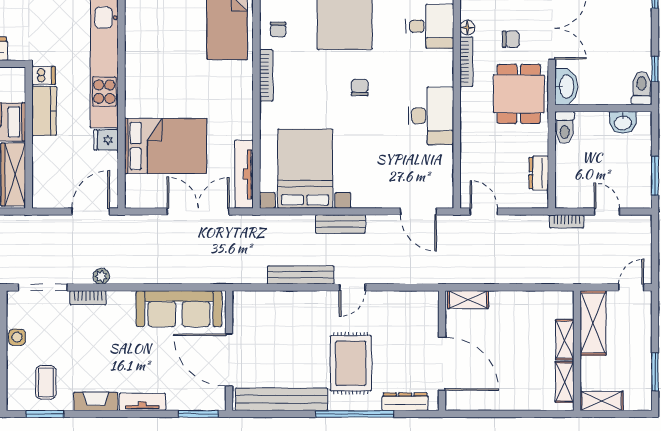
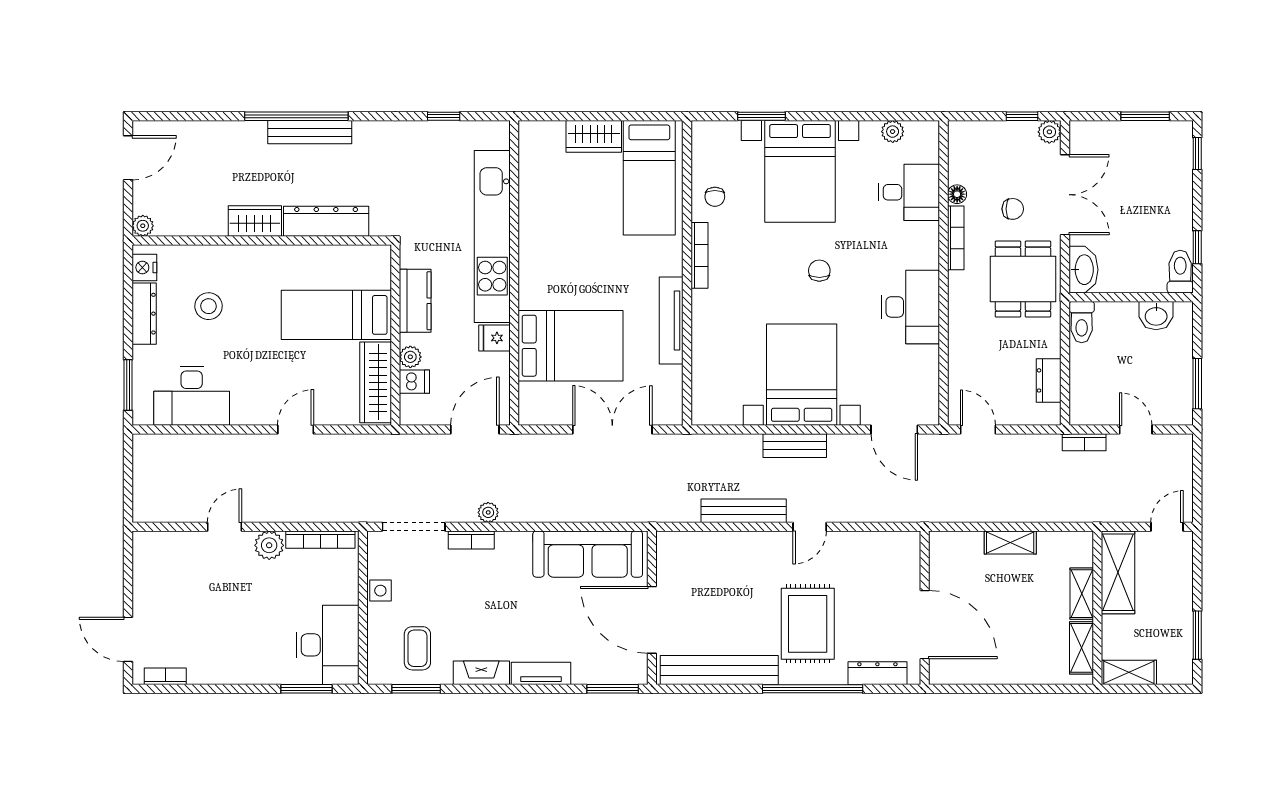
dishwasher: (44, 75) -> (414, 382), moved
plant: (40, 155) -> (410, 357), added
bed with nightstands: (305, 169) -> (802, 375), moved
tv unit: (244, 174) -> (671, 320), moved
shelving: (468, 300) -> (1010, 542), moved

